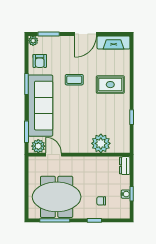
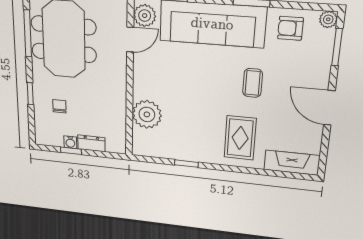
fireplace: (114, 43) -> (292, 163), moved, turned 90
dresser: (125, 166) -> (91, 143), moved

